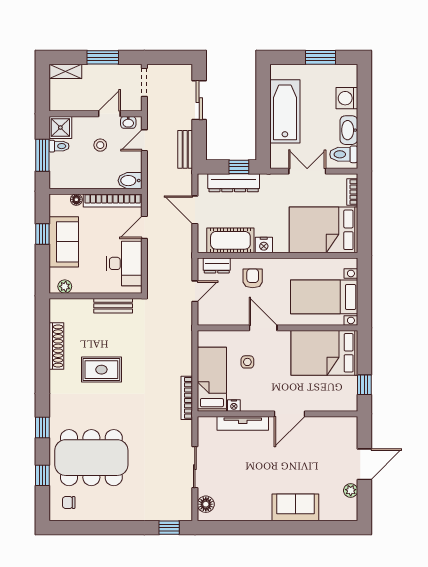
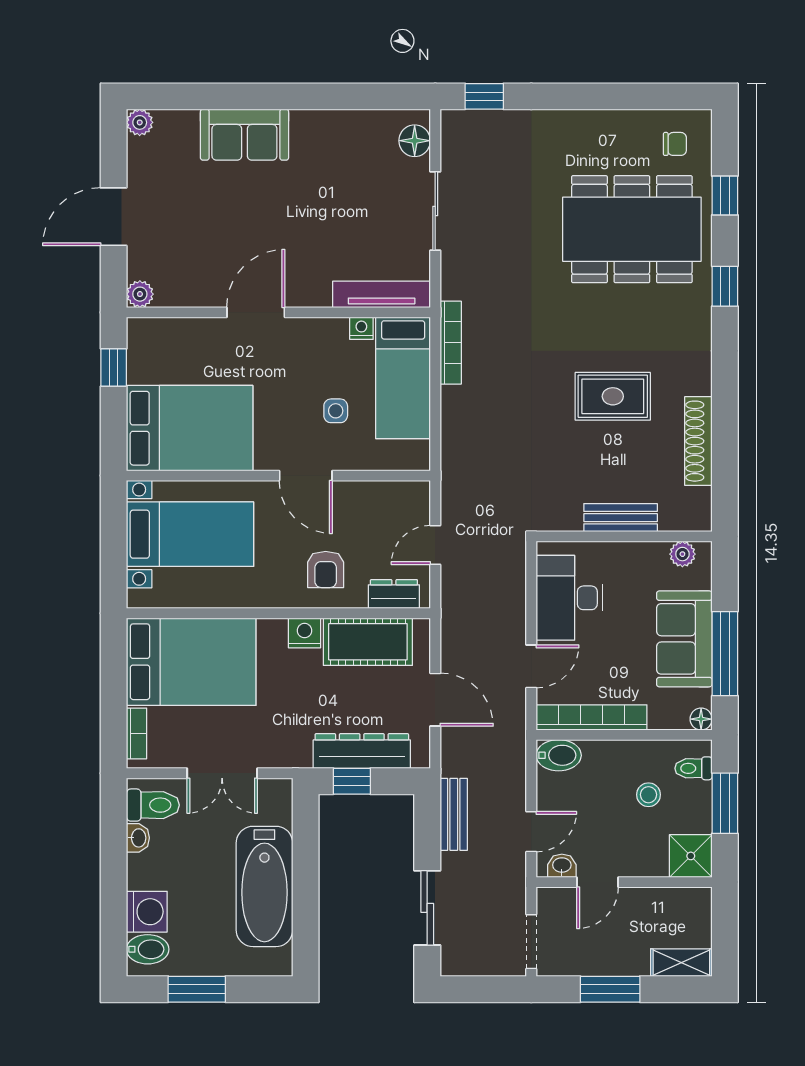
bidet: (346, 78) -> (148, 949), added
washbasin: (349, 130) -> (138, 838), width x0.52, depth x0.69
stool: (100, 145) -> (648, 795), moved
toilet: (59, 146) -> (693, 768), moved
floor lamp: (76, 200) -> (701, 719), moved
window: (42, 234) -> (725, 654), width x2.17
bench: (113, 306) -> (621, 518), moved
tv unit: (243, 423) -> (382, 294), moved
plant: (350, 423) -> (140, 294), added
plant: (351, 491) -> (140, 122), moved

